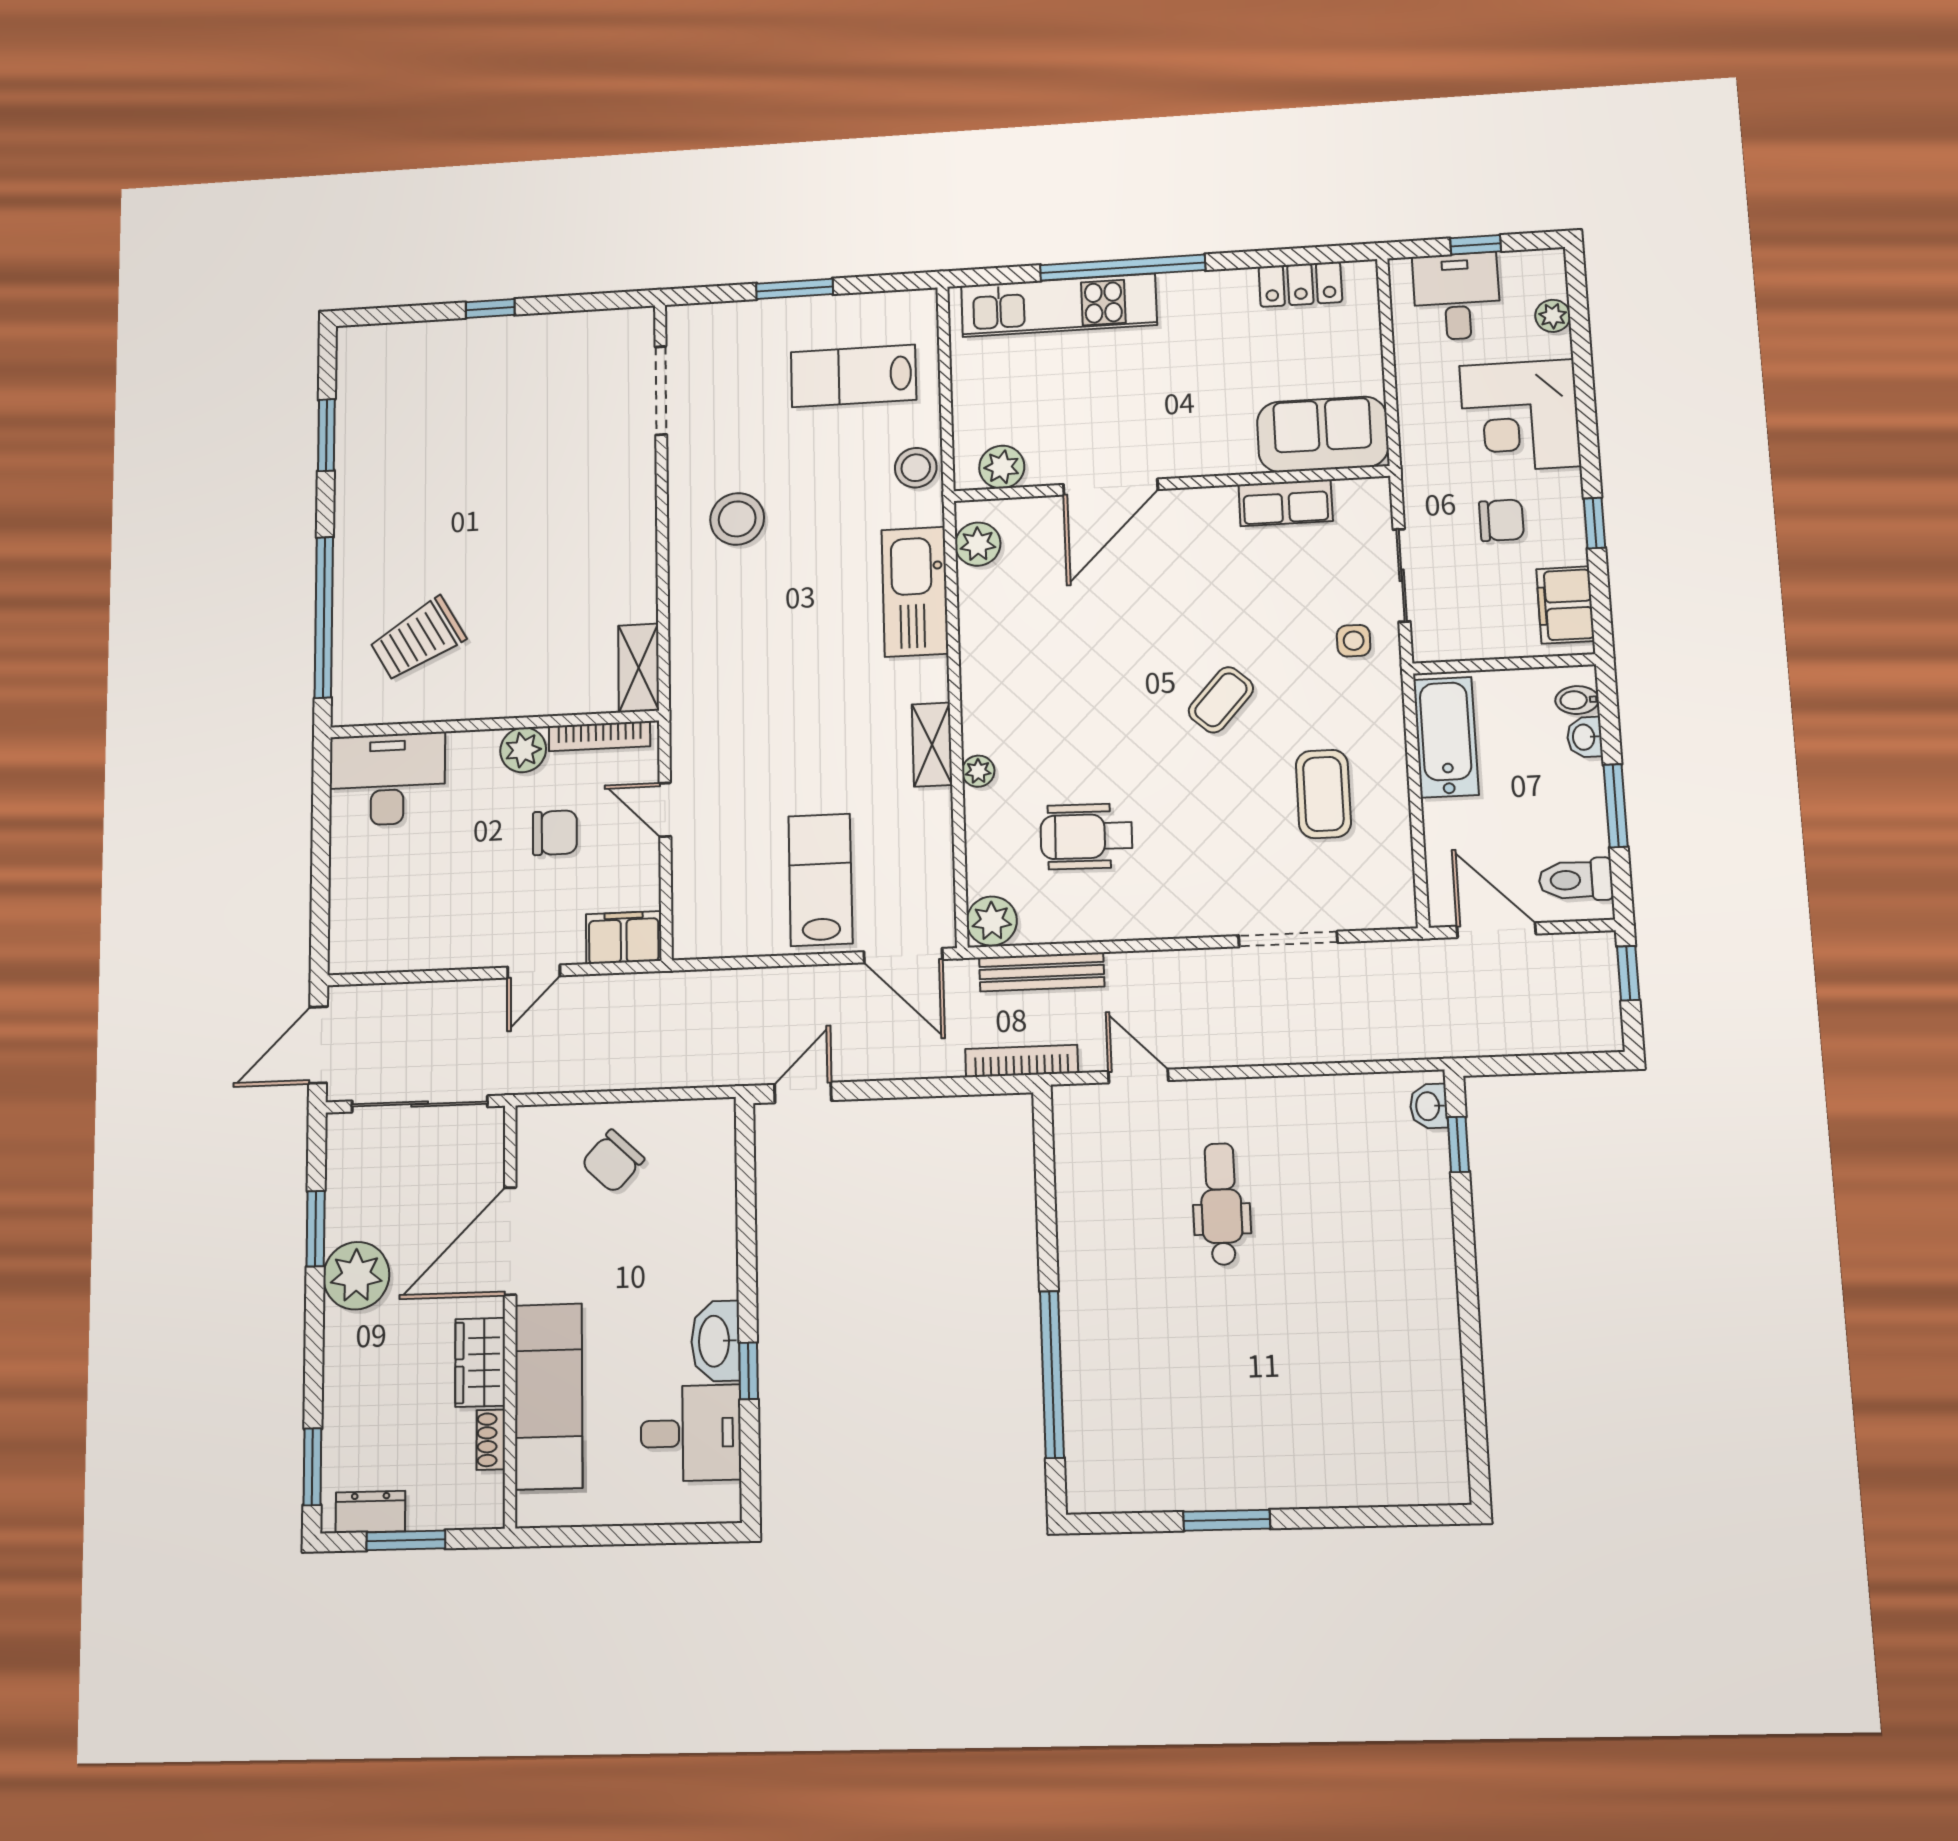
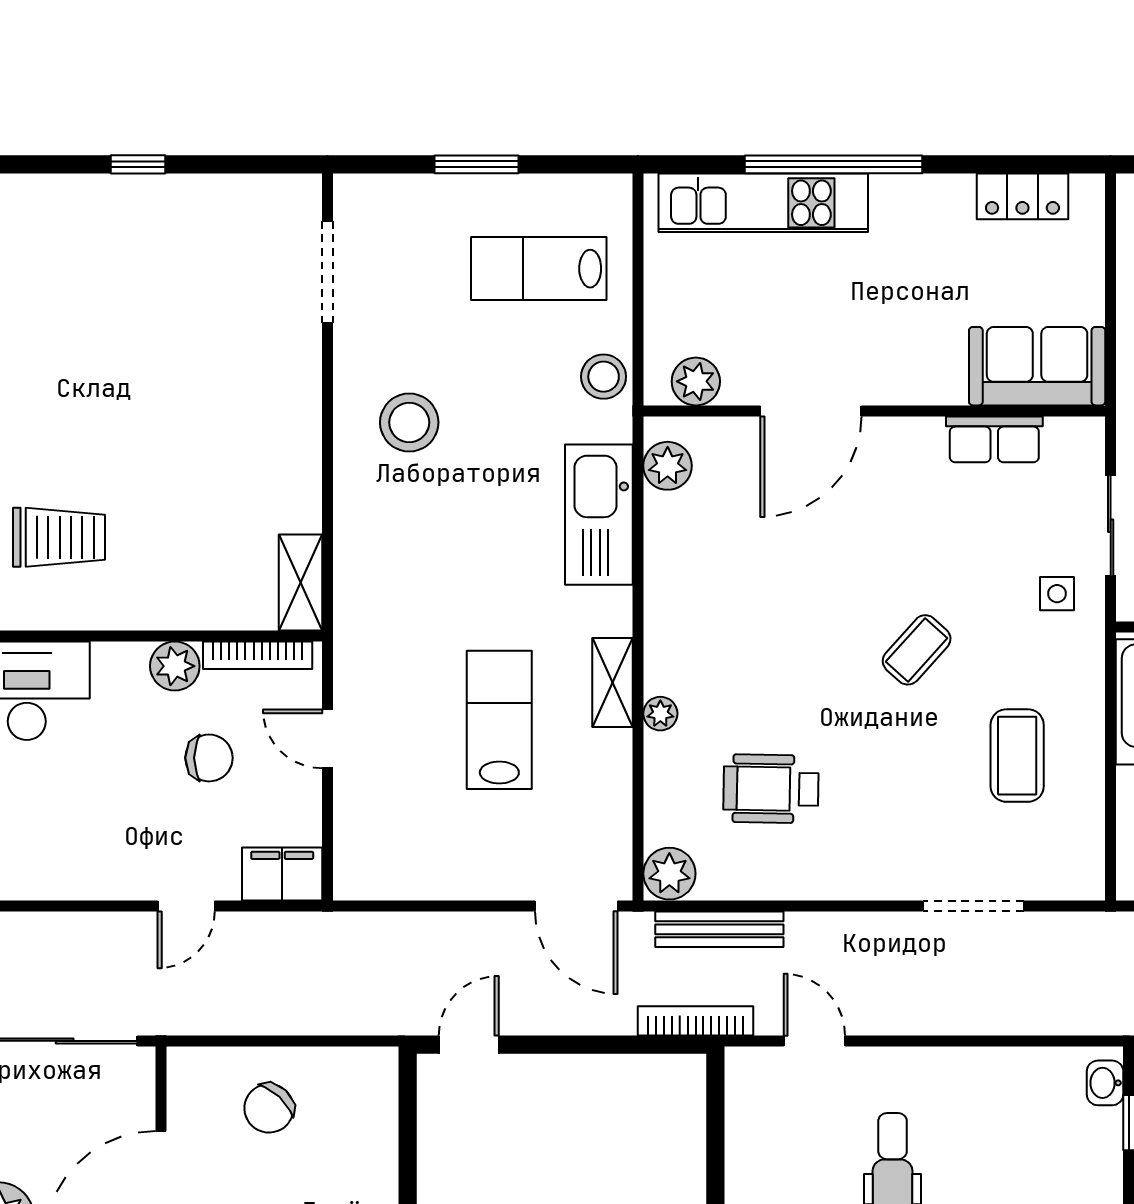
trolley: (418, 639) -> (59, 537), turned -150
lab bench: (820, 880) -> (499, 720), moved

